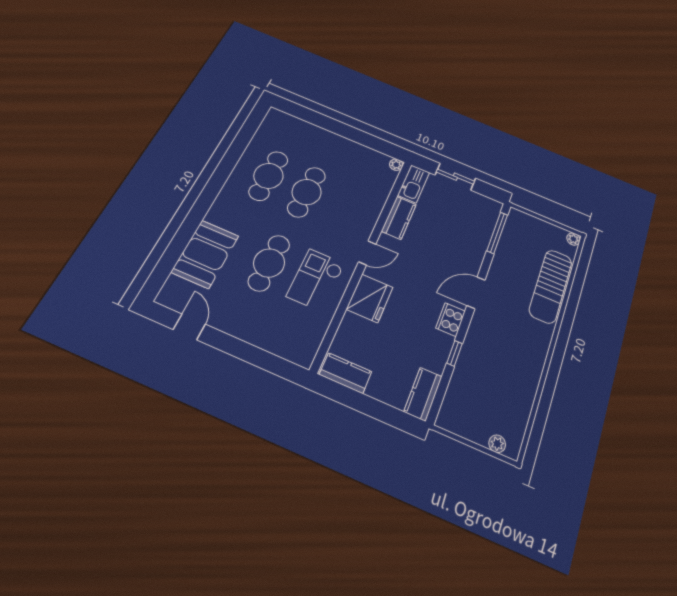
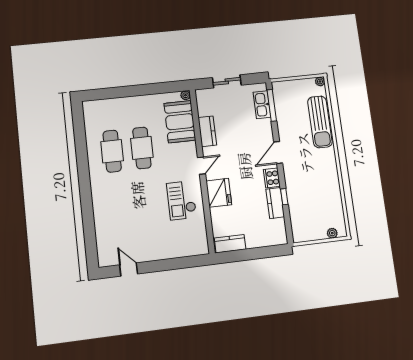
kitchen sink: (414, 184) -> (262, 105), moved, turned 180
booth: (205, 254) -> (180, 122), moved
cafe table: (269, 263) -> (148, 206), removed
kitchen counter: (423, 394) -> (275, 203), moved

